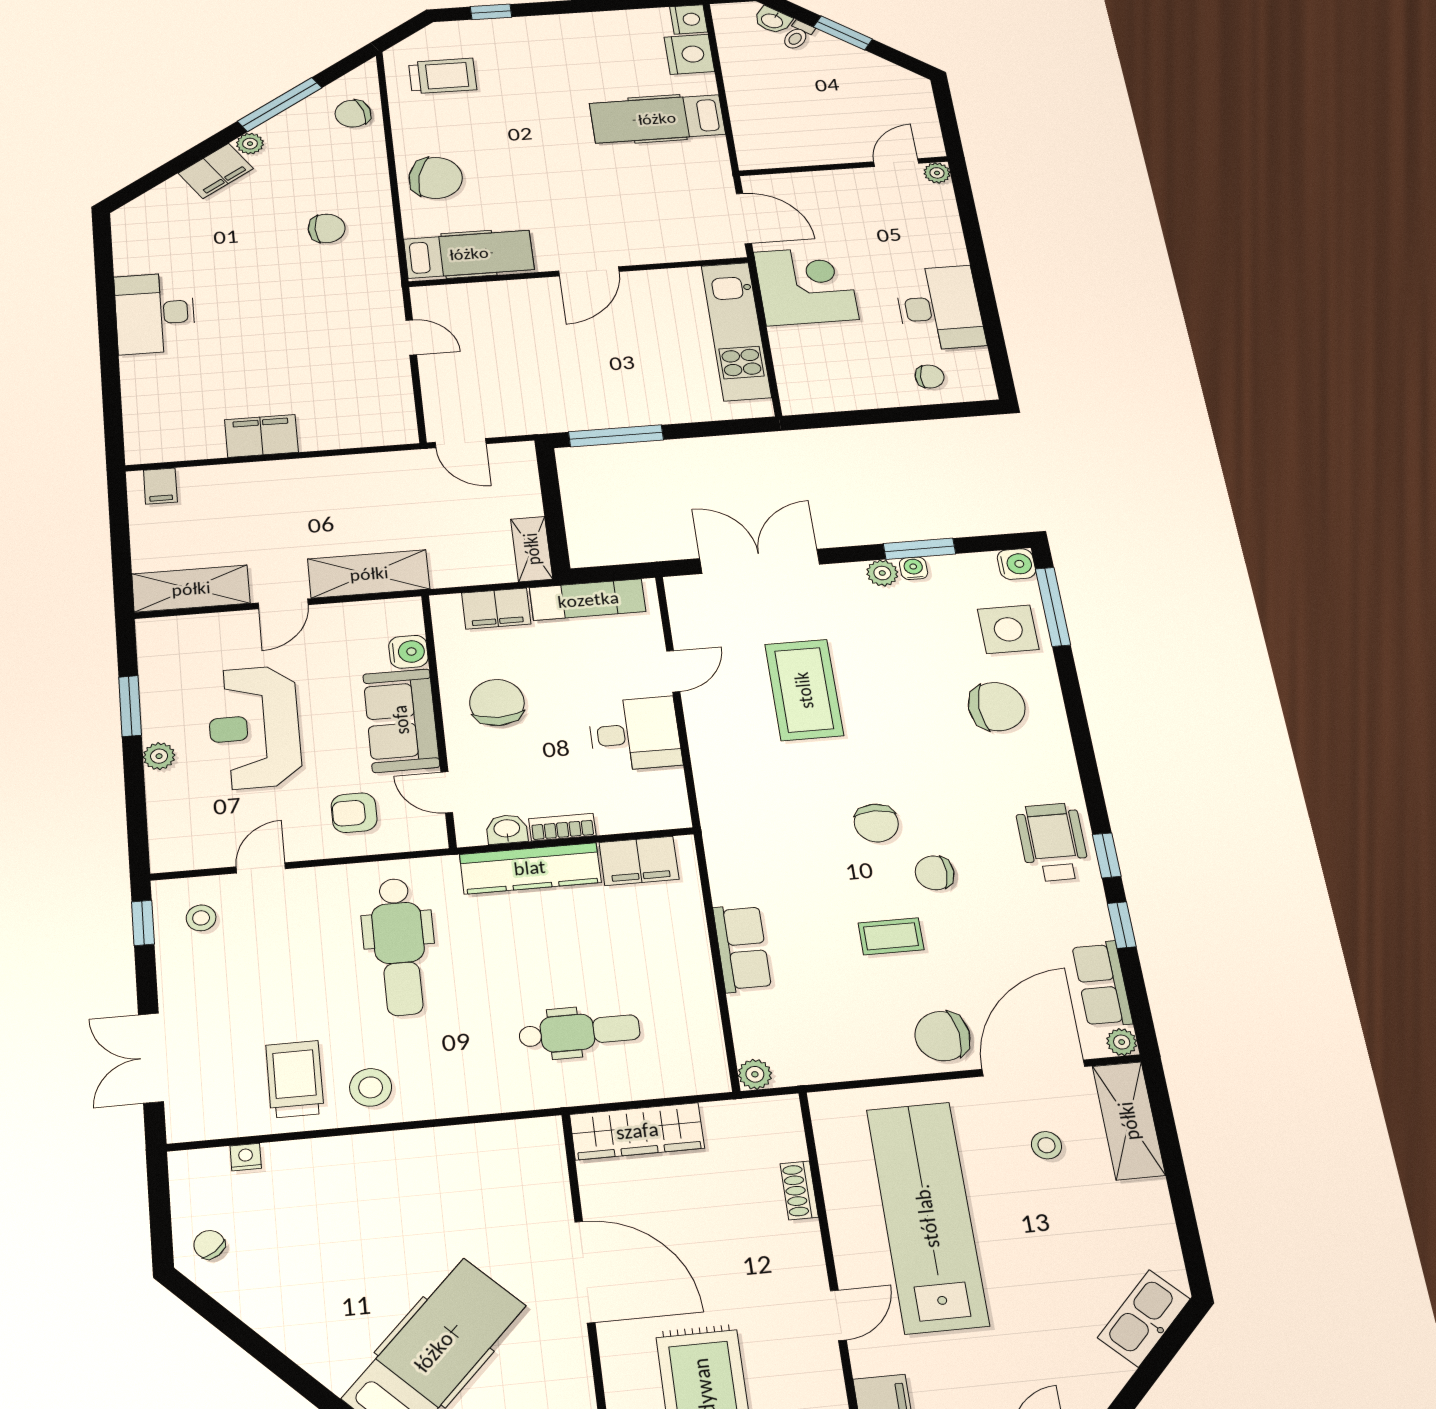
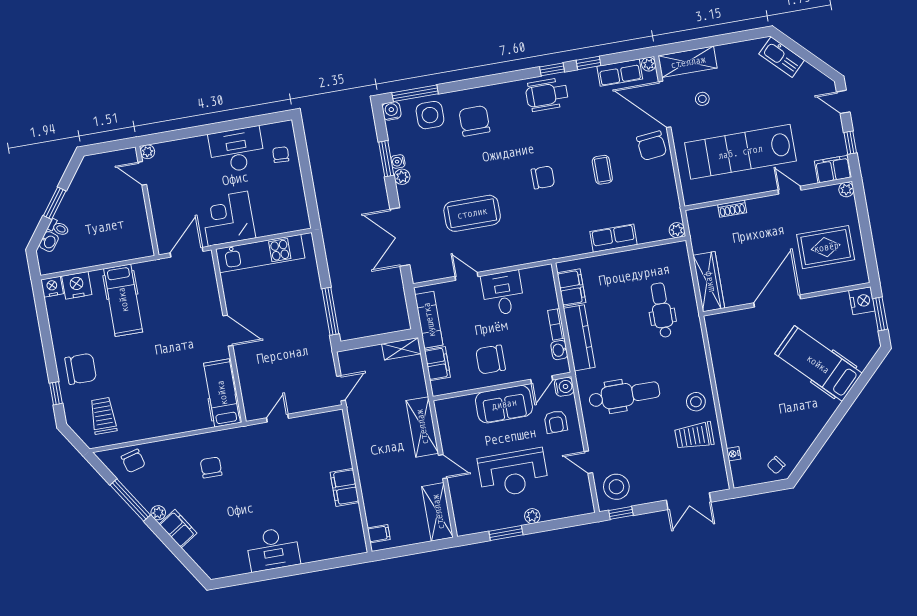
chair: (436, 178) -> (81, 369), moved, turned 76
water cooler: (408, 652) -> (564, 387), moved, turned 90
chair: (935, 873) -> (567, 150), removed
stool: (201, 918) -> (616, 487), width x1.89, depth x1.89

